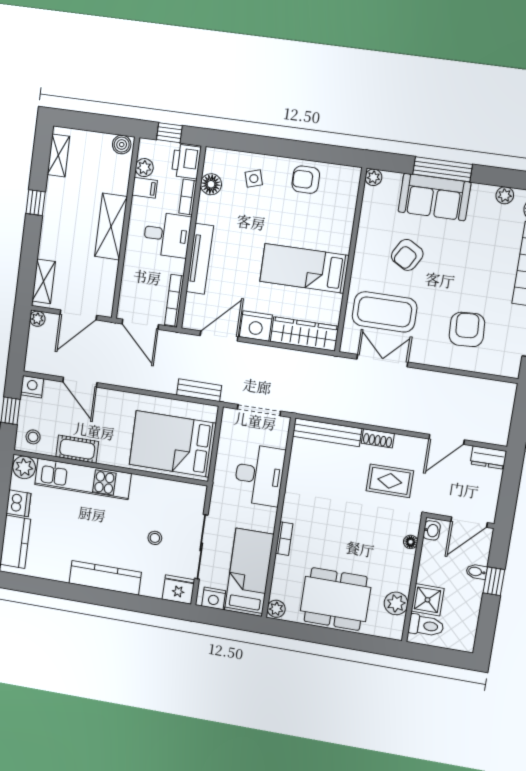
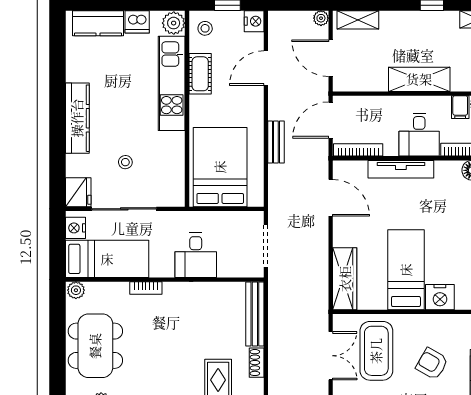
nightstand: (256, 326) -> (440, 297), moved, turned -90
bench: (199, 390) -> (276, 142), moved
desk: (259, 475) -> (196, 255), width x0.73

